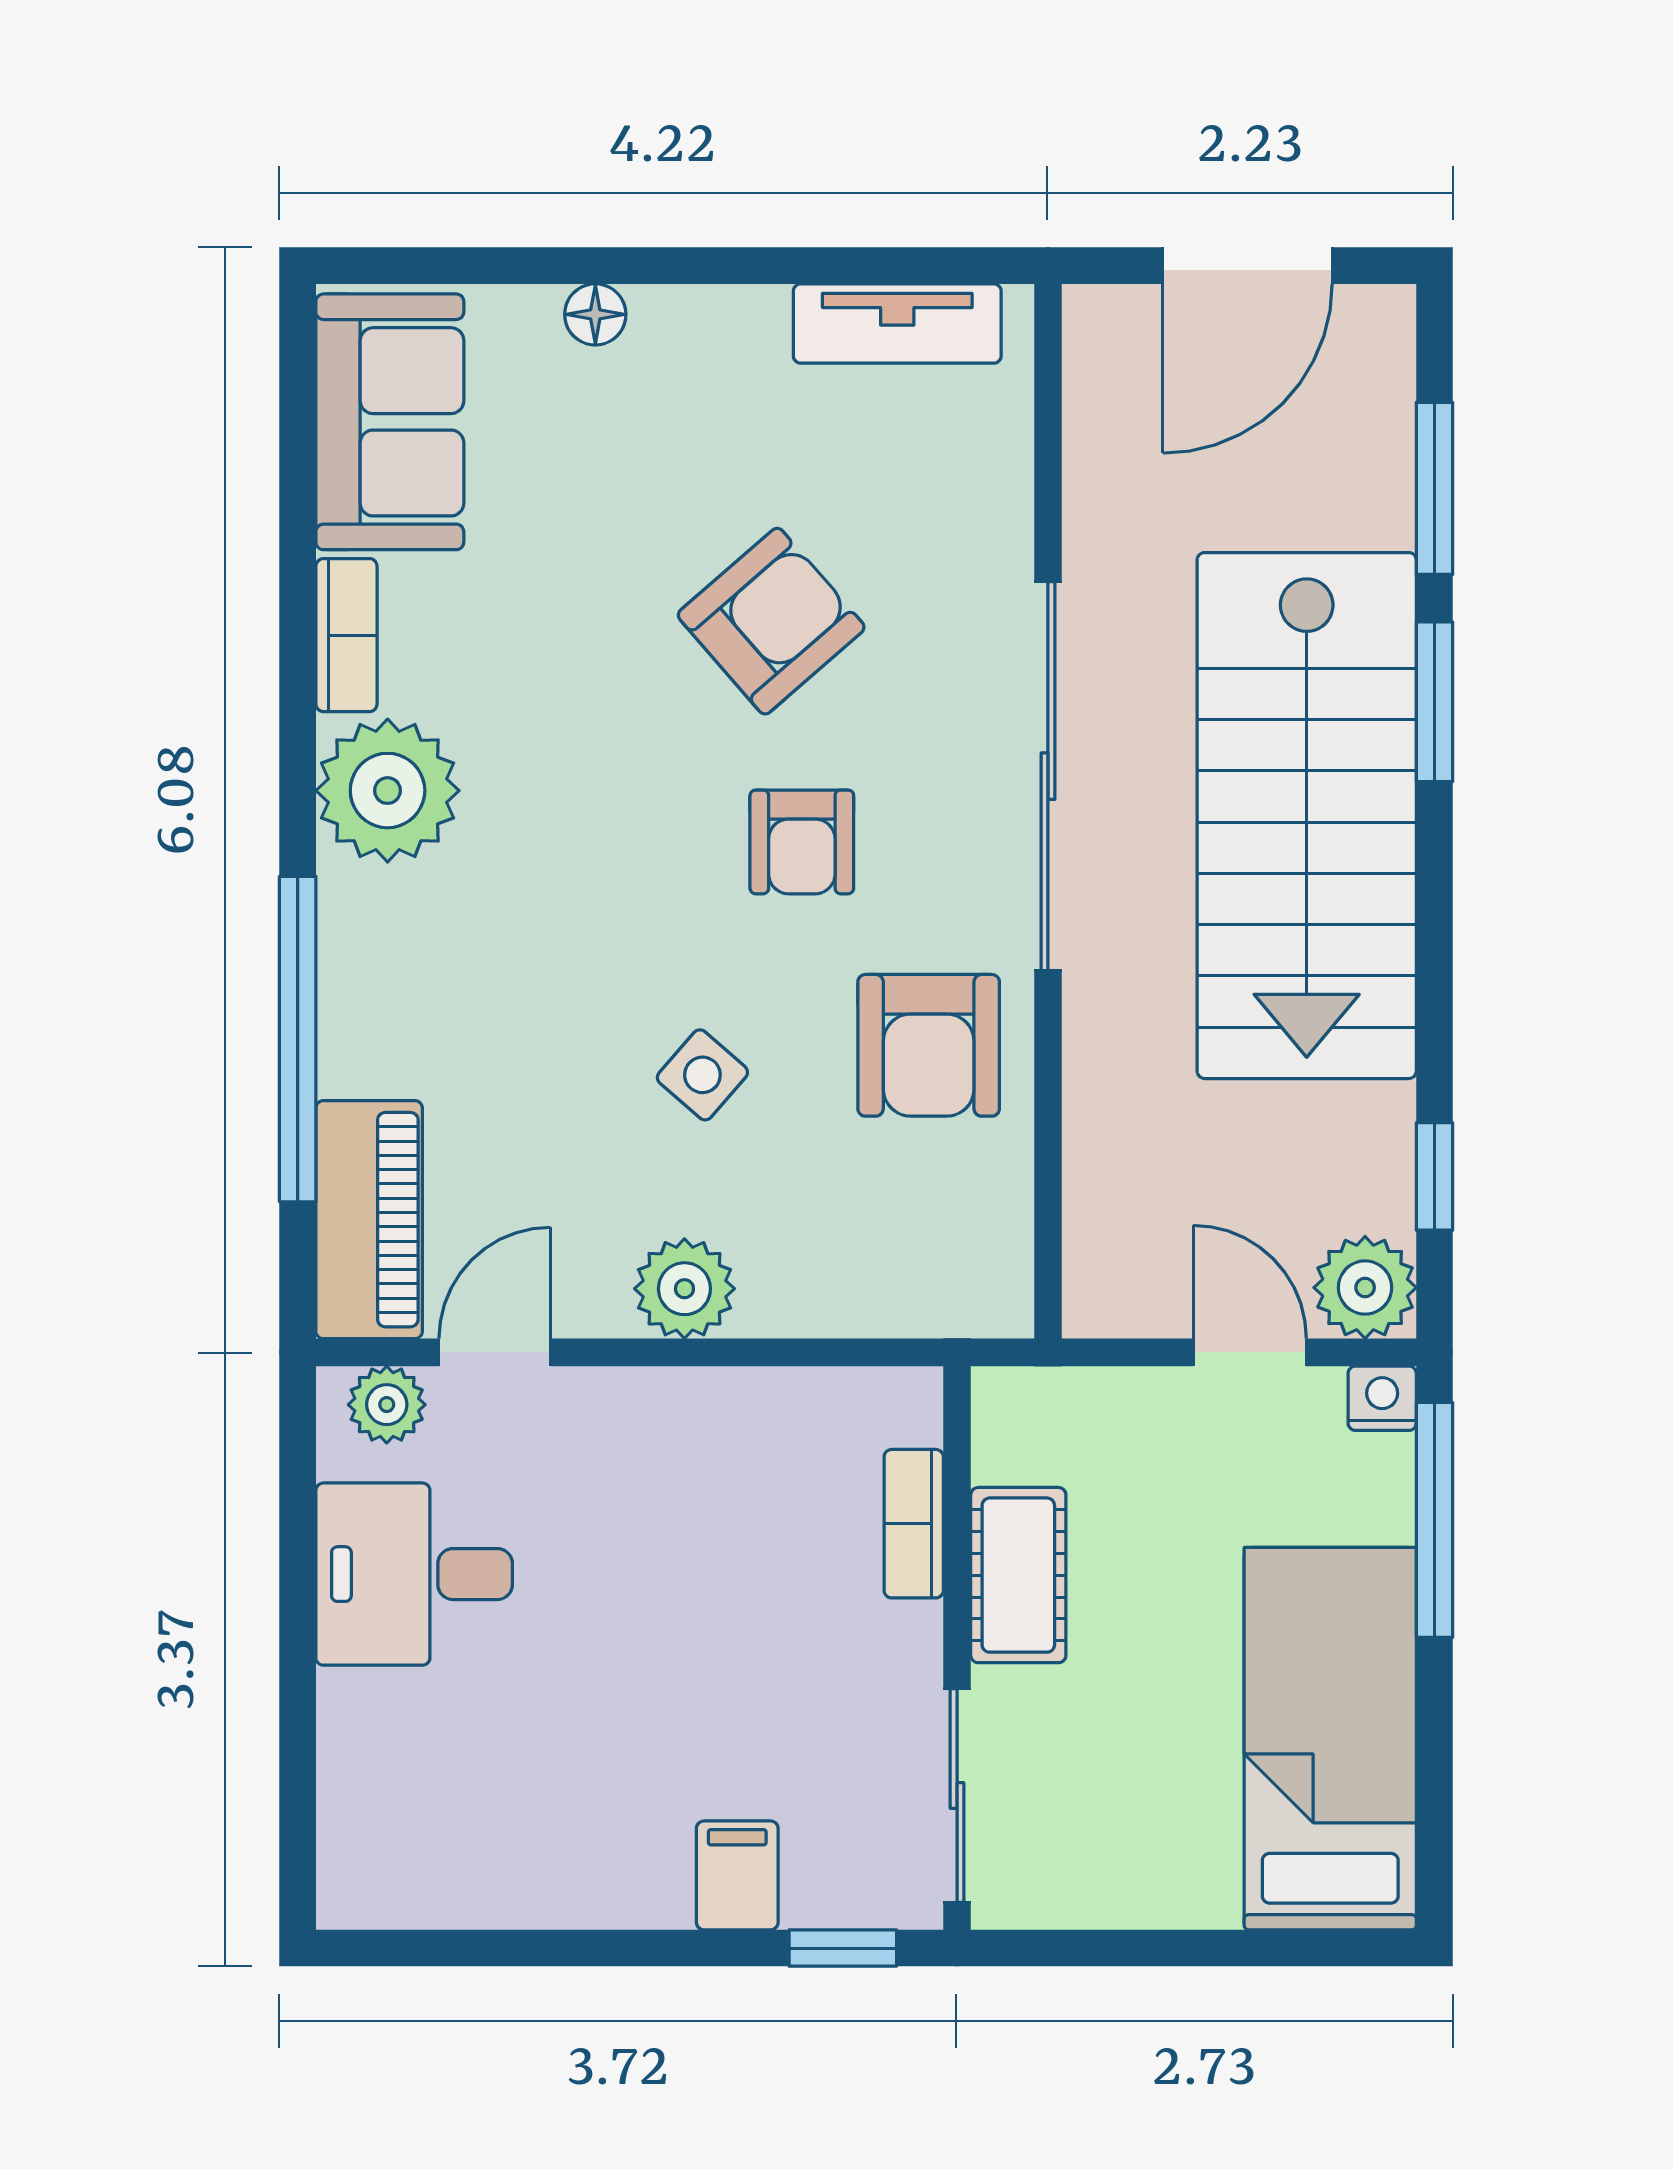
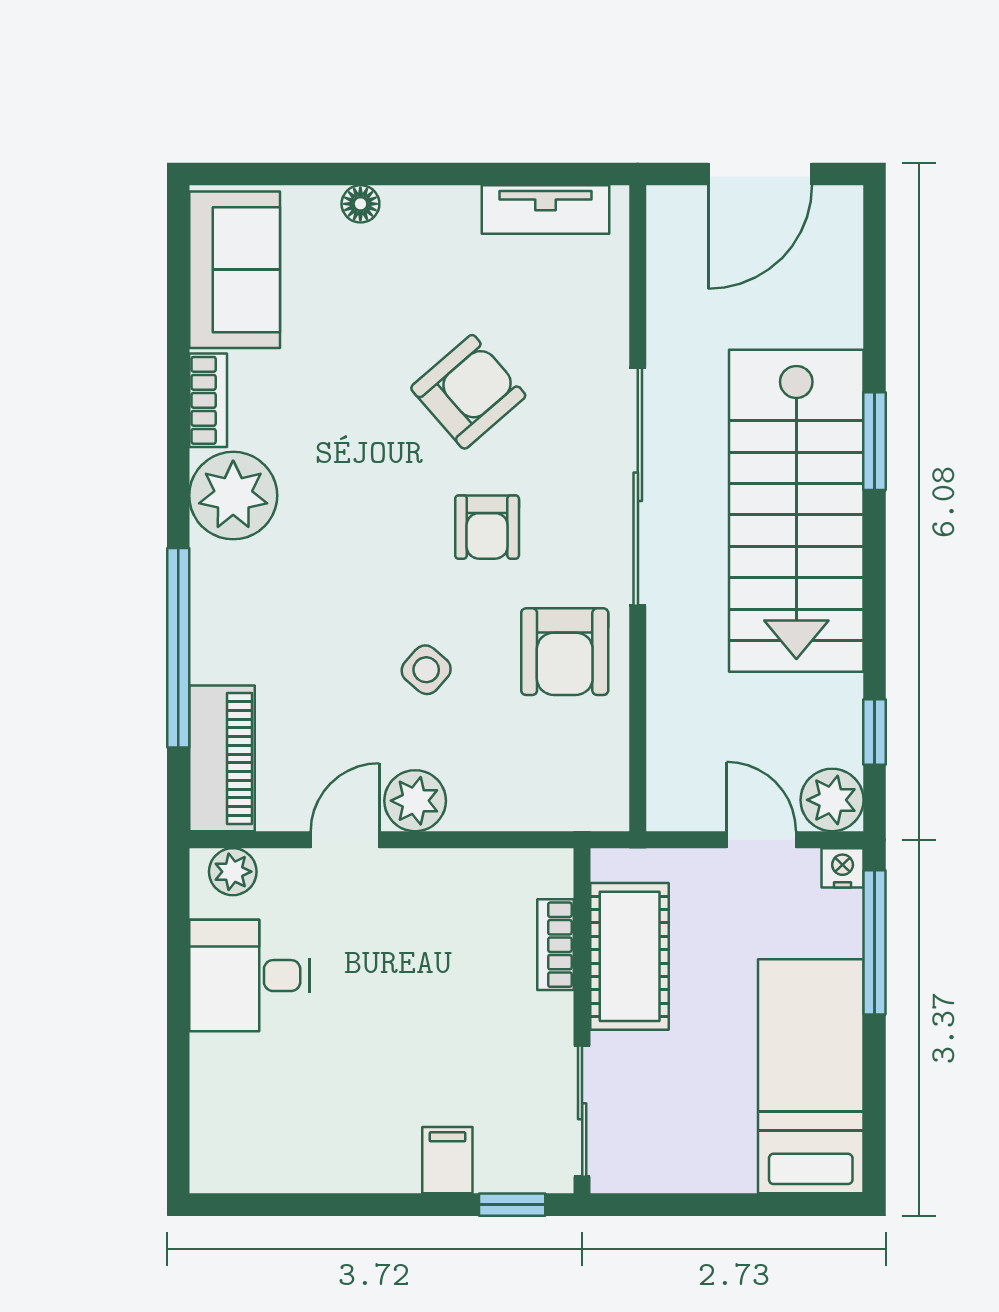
window: (1434, 488) -> (875, 310), removed
door: (495, 1352) -> (345, 840), moved
cot: (1018, 1575) -> (630, 956), width x1.37, depth x1.34

